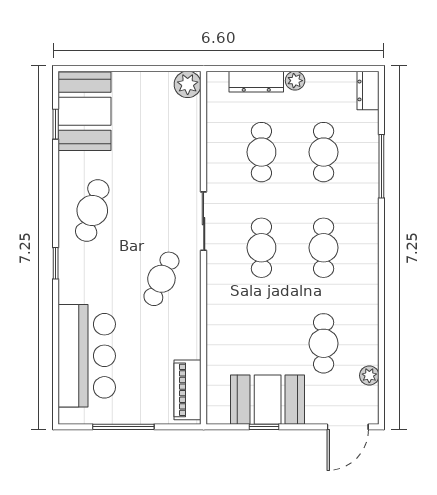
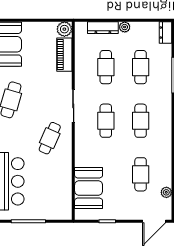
piano: (188, 390) -> (64, 55), moved
booth: (268, 400) -> (89, 188), moved, turned 90

